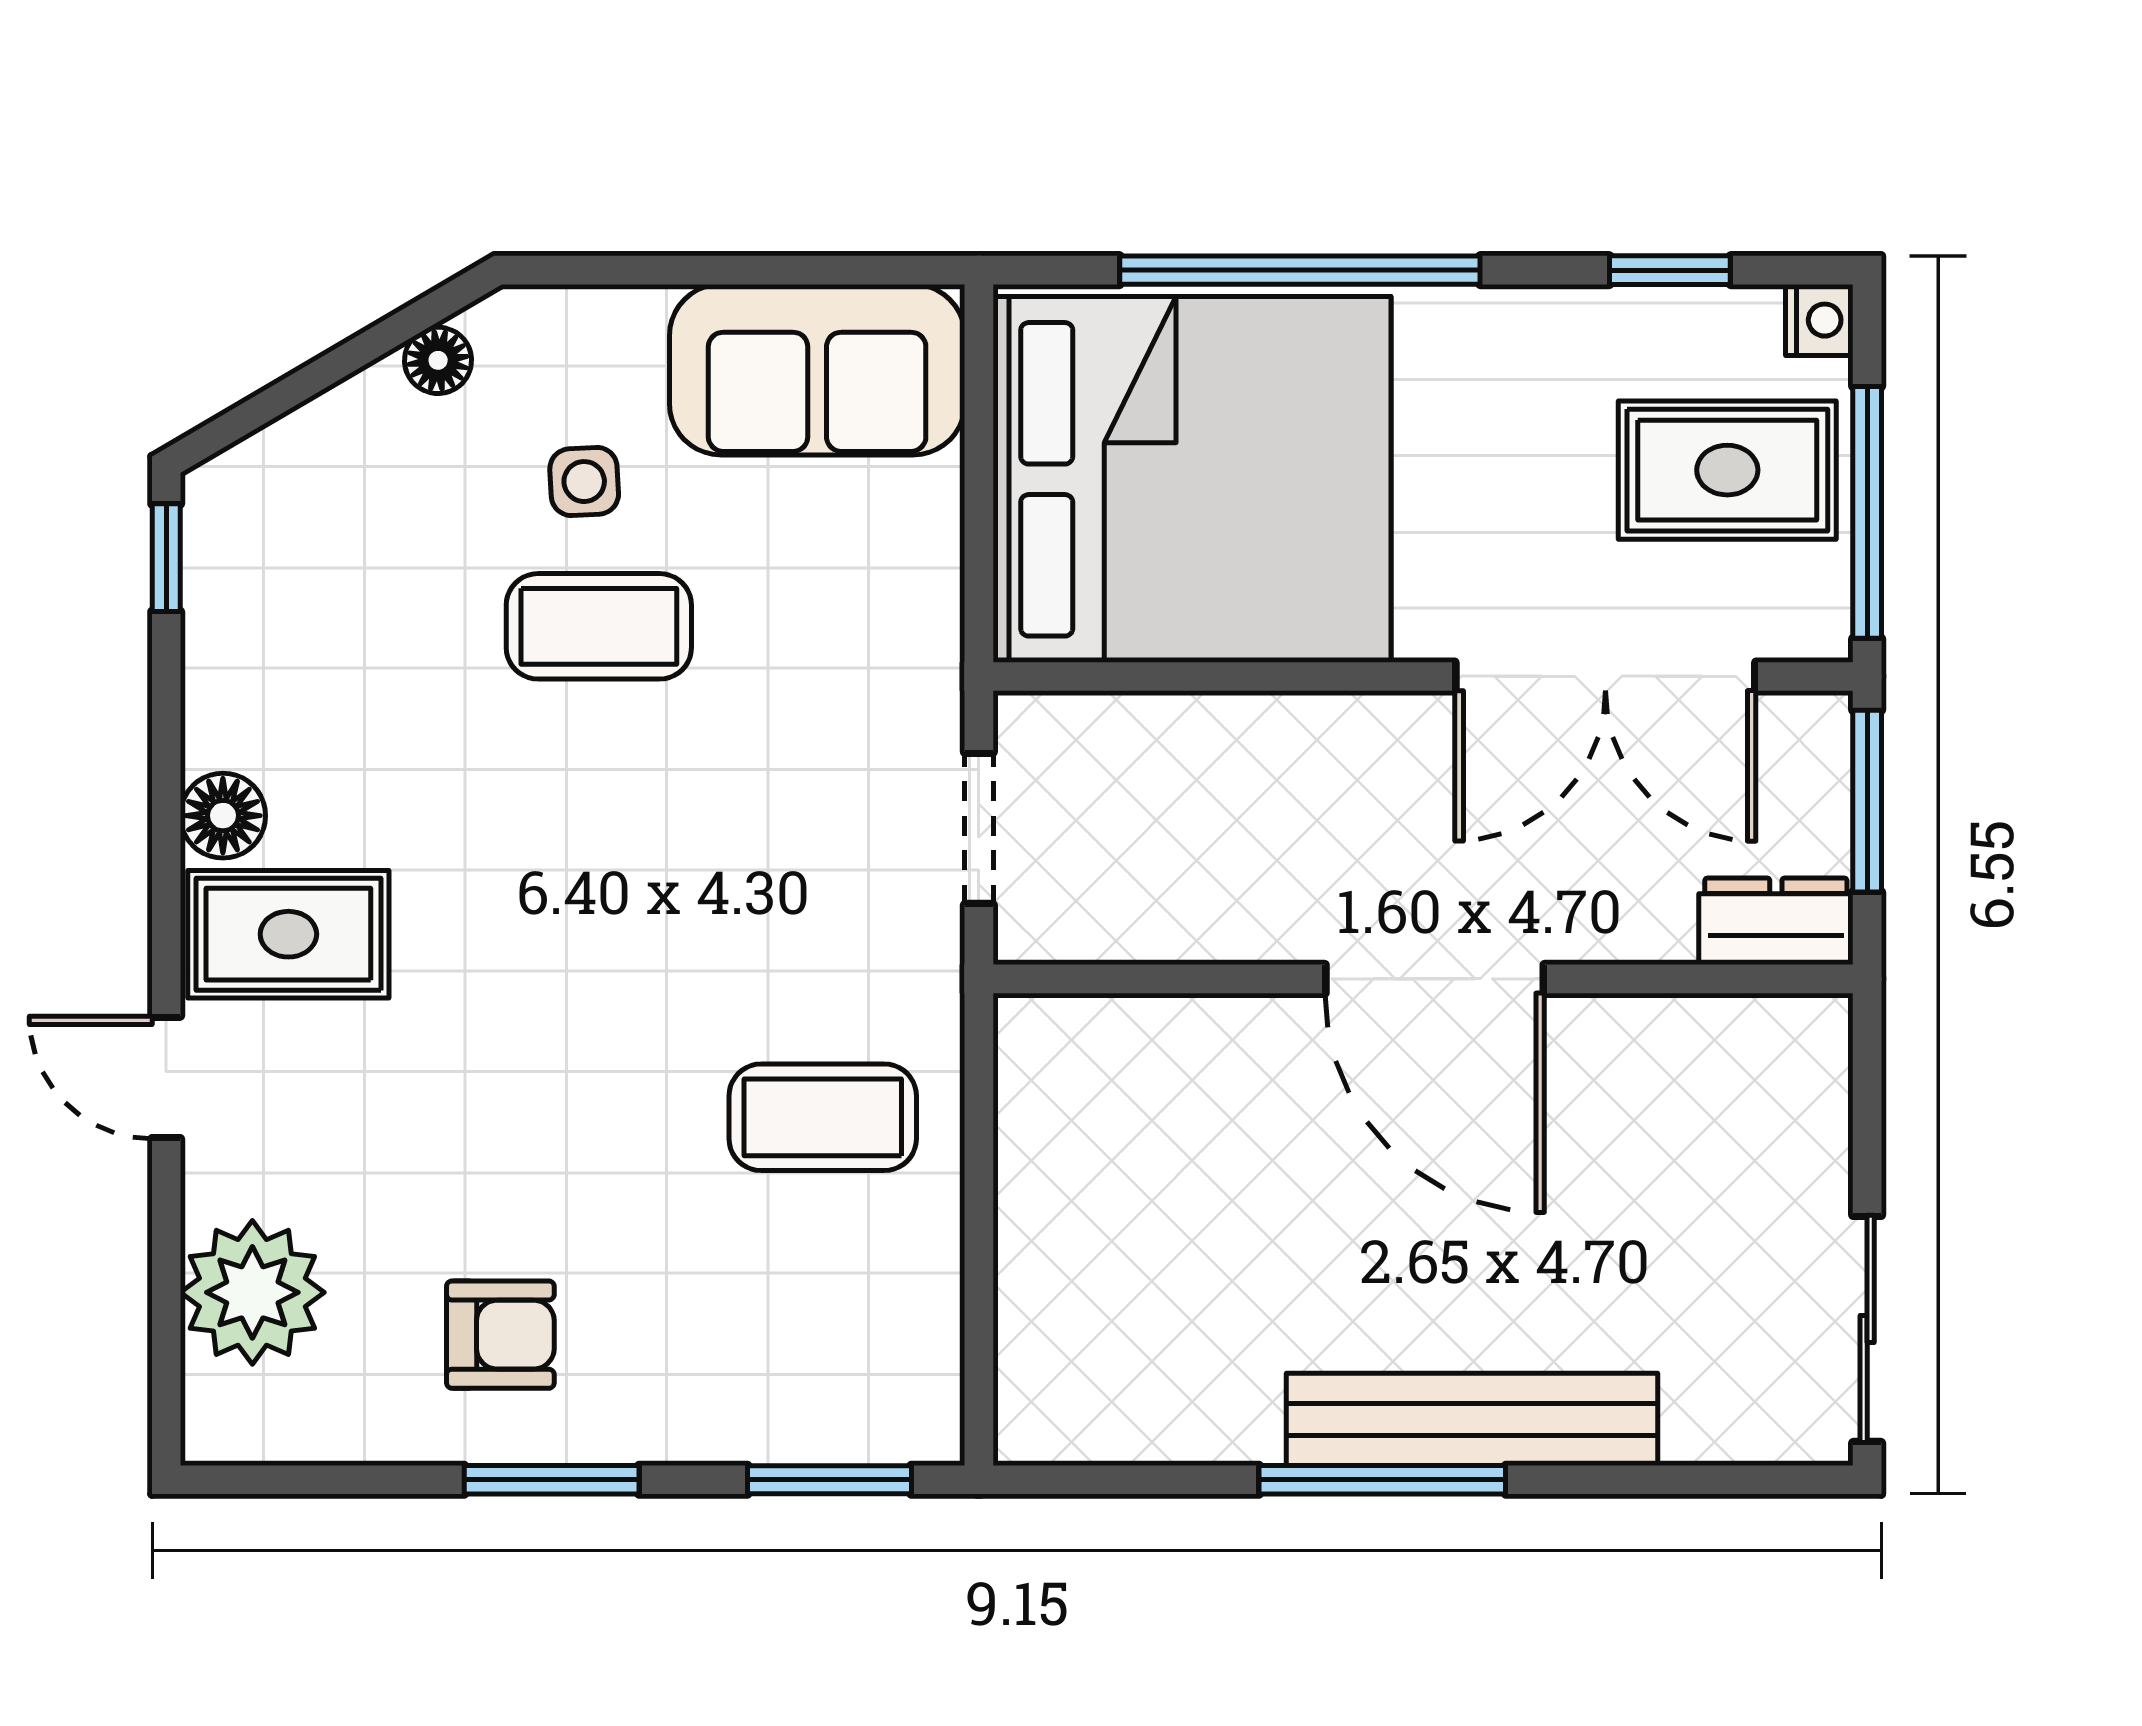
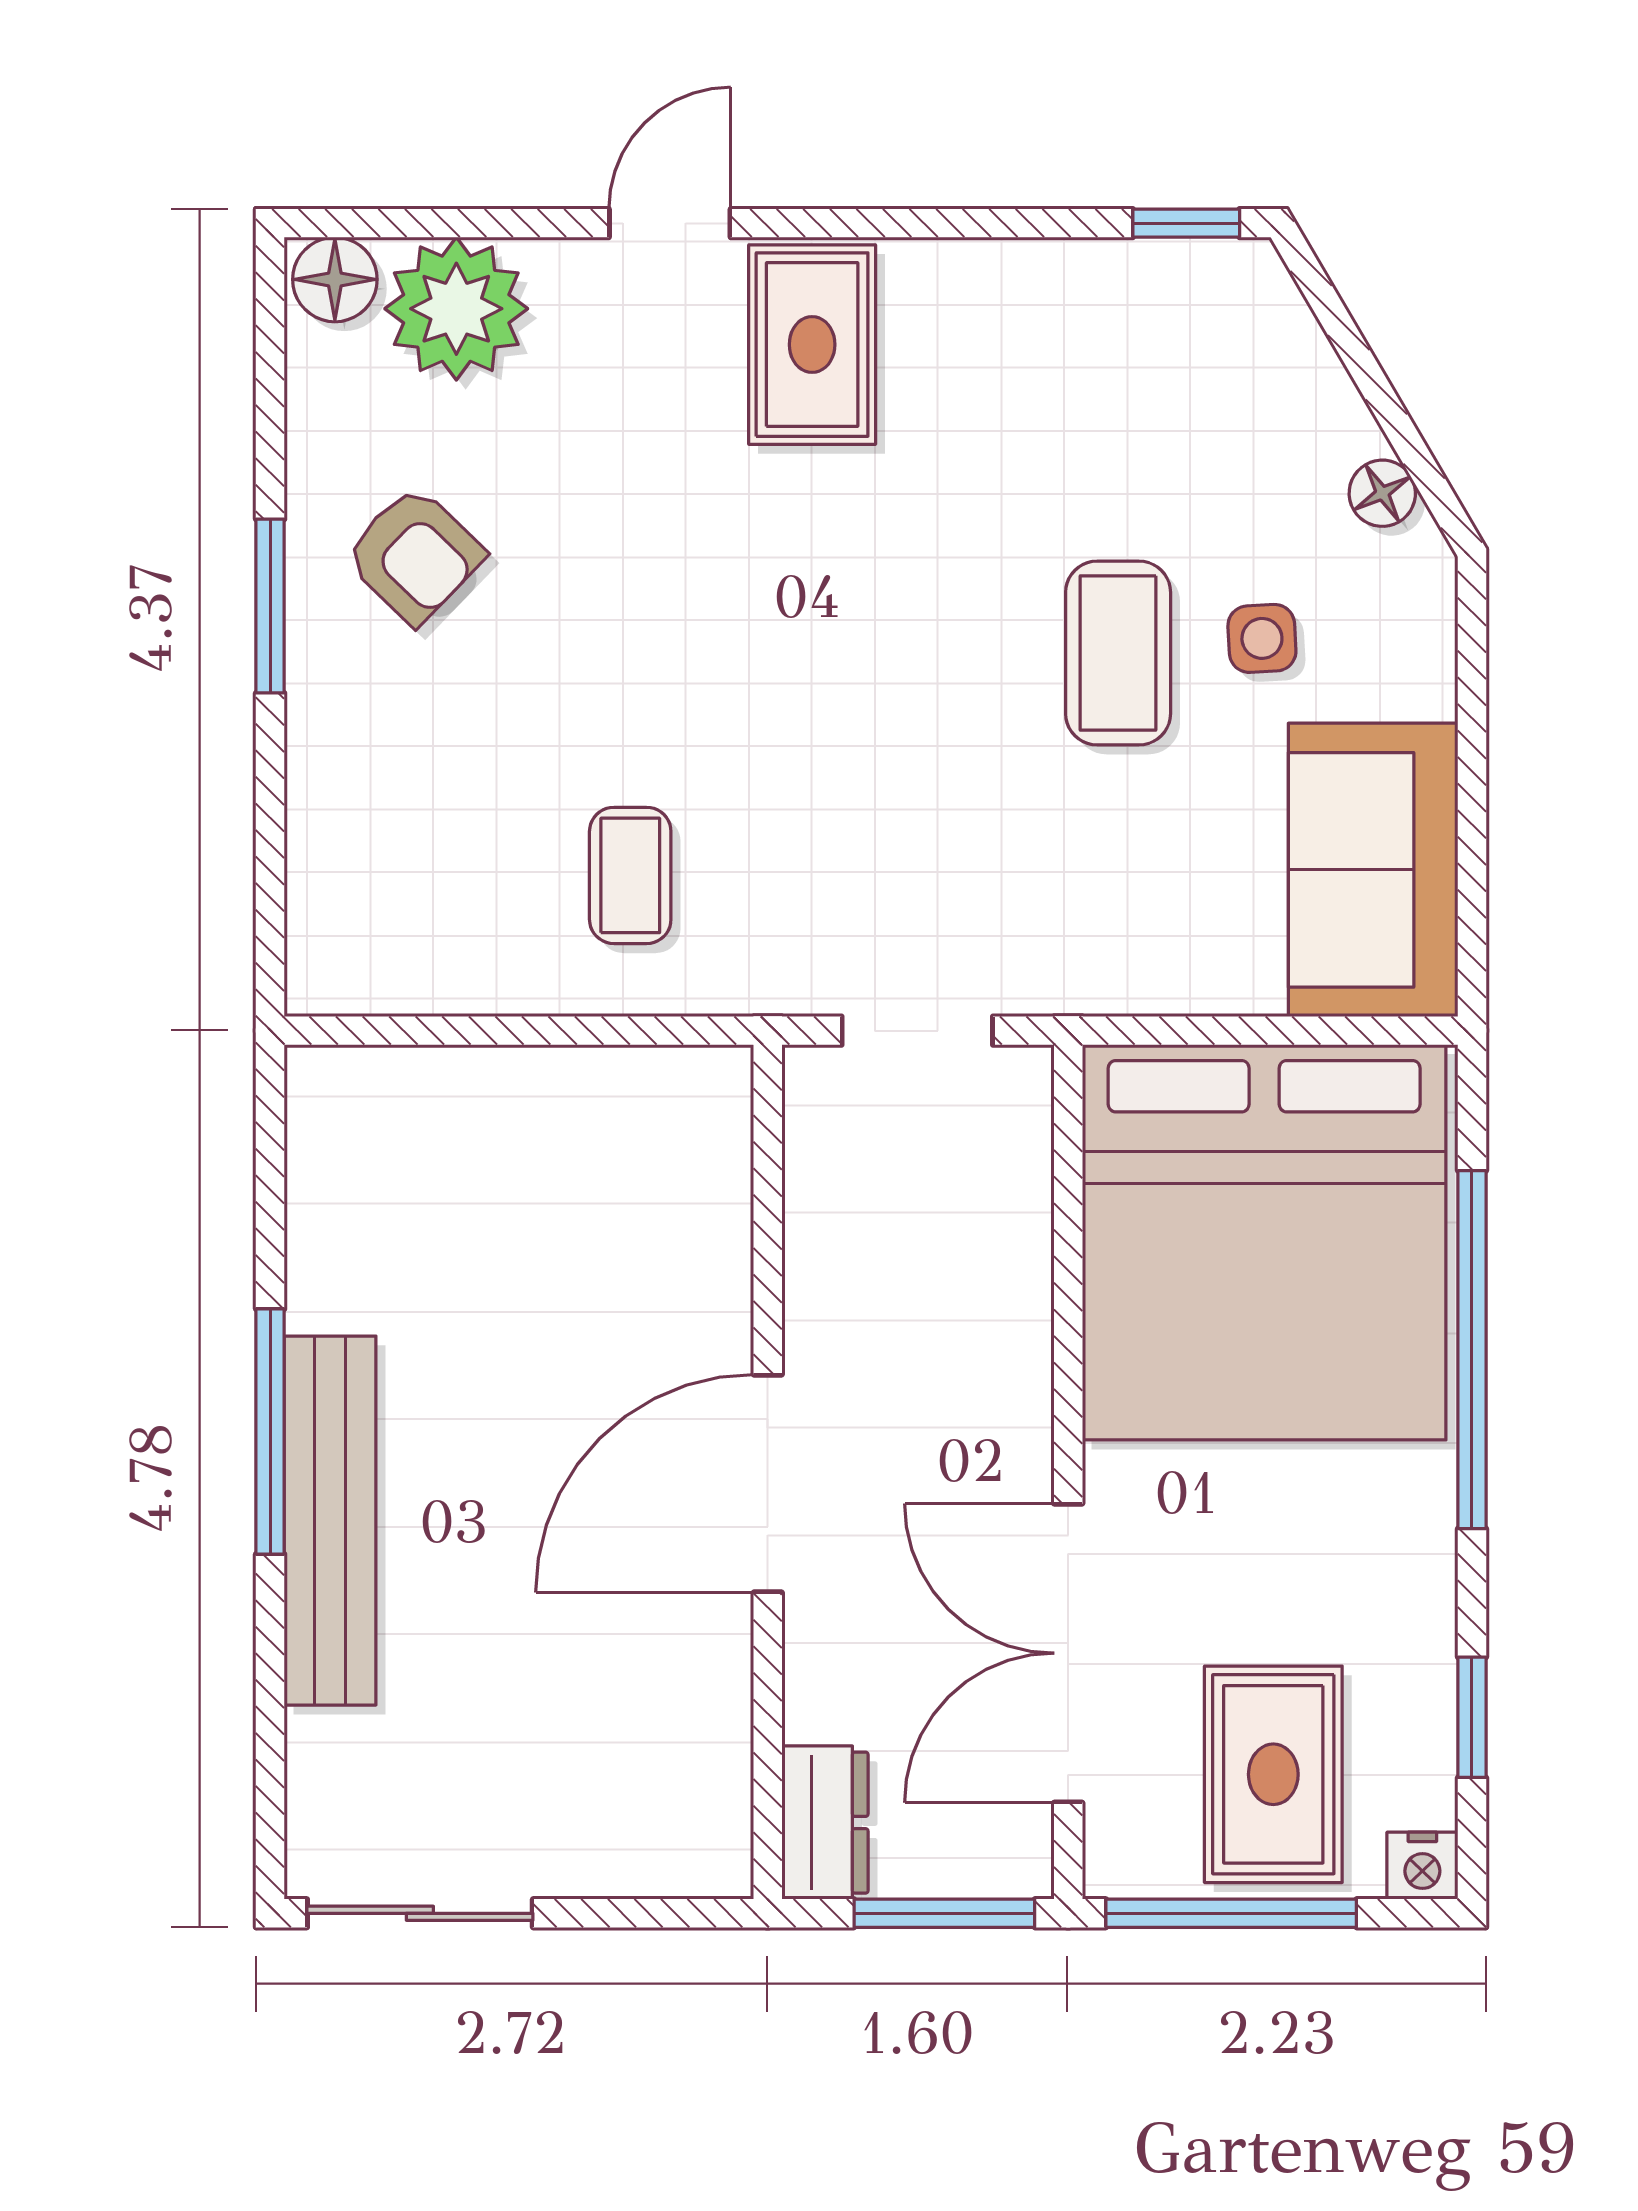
floor lamp: (223, 816) -> (335, 279), moved
coffee table: (823, 1117) -> (630, 875), width x0.73, depth x0.77
armchair: (500, 1335) -> (414, 555), turned -46
window: (829, 1480) -> (270, 882), removed

